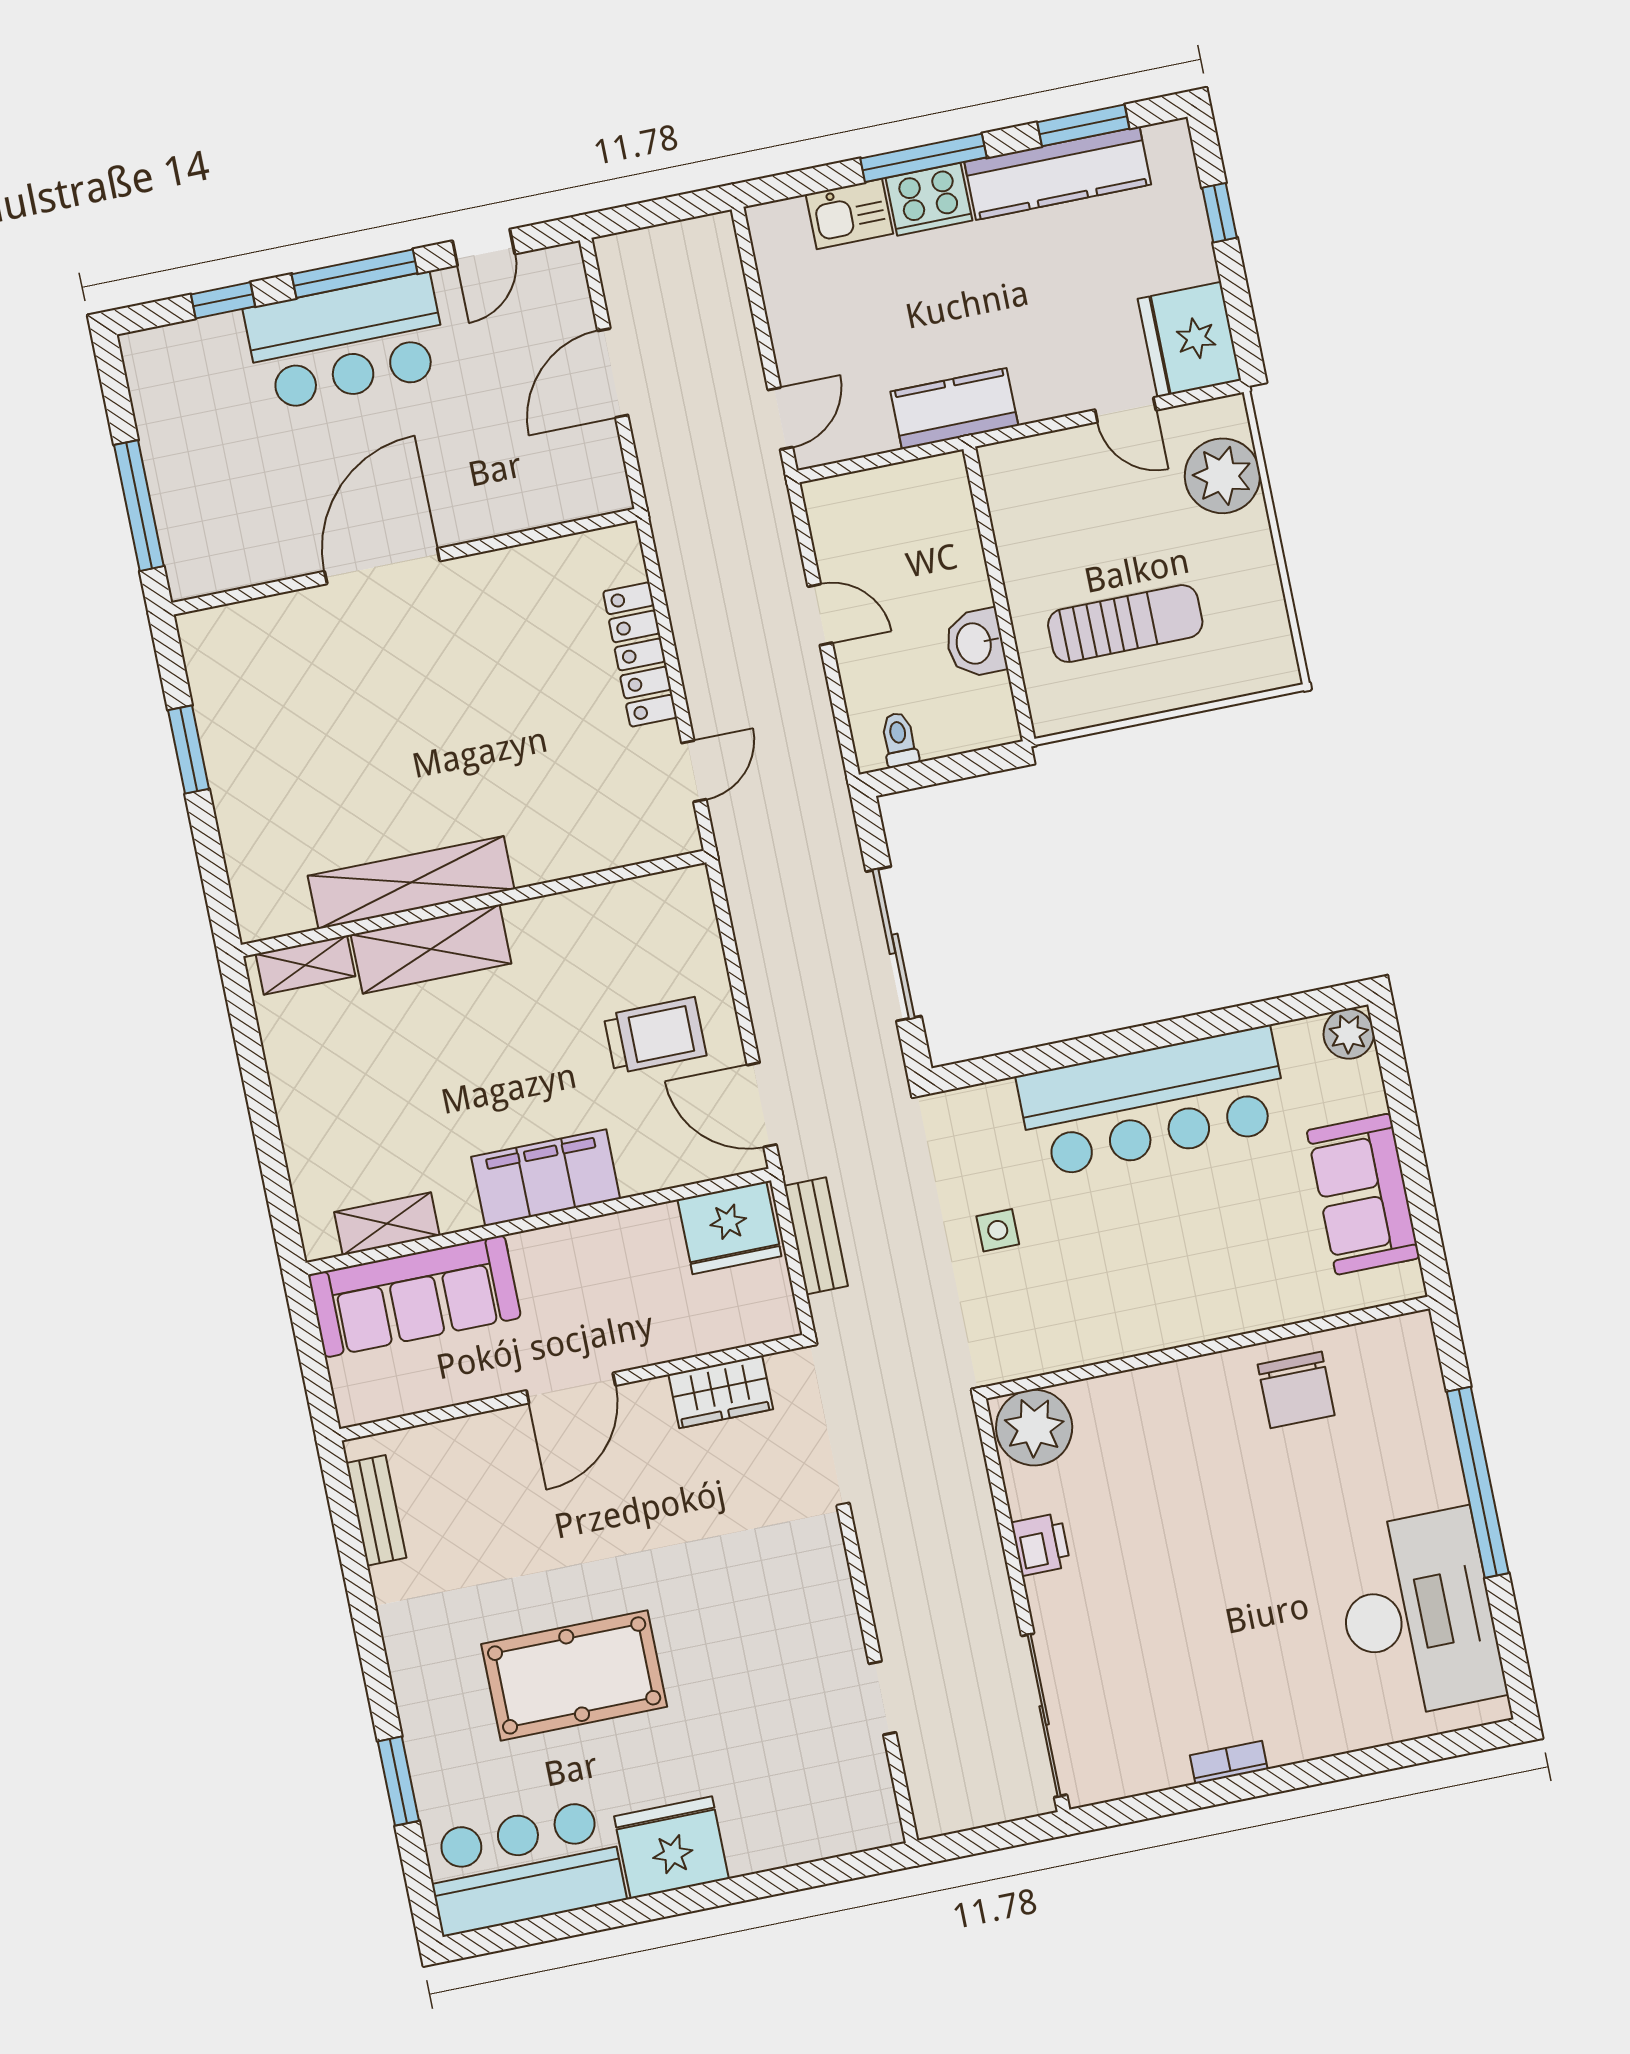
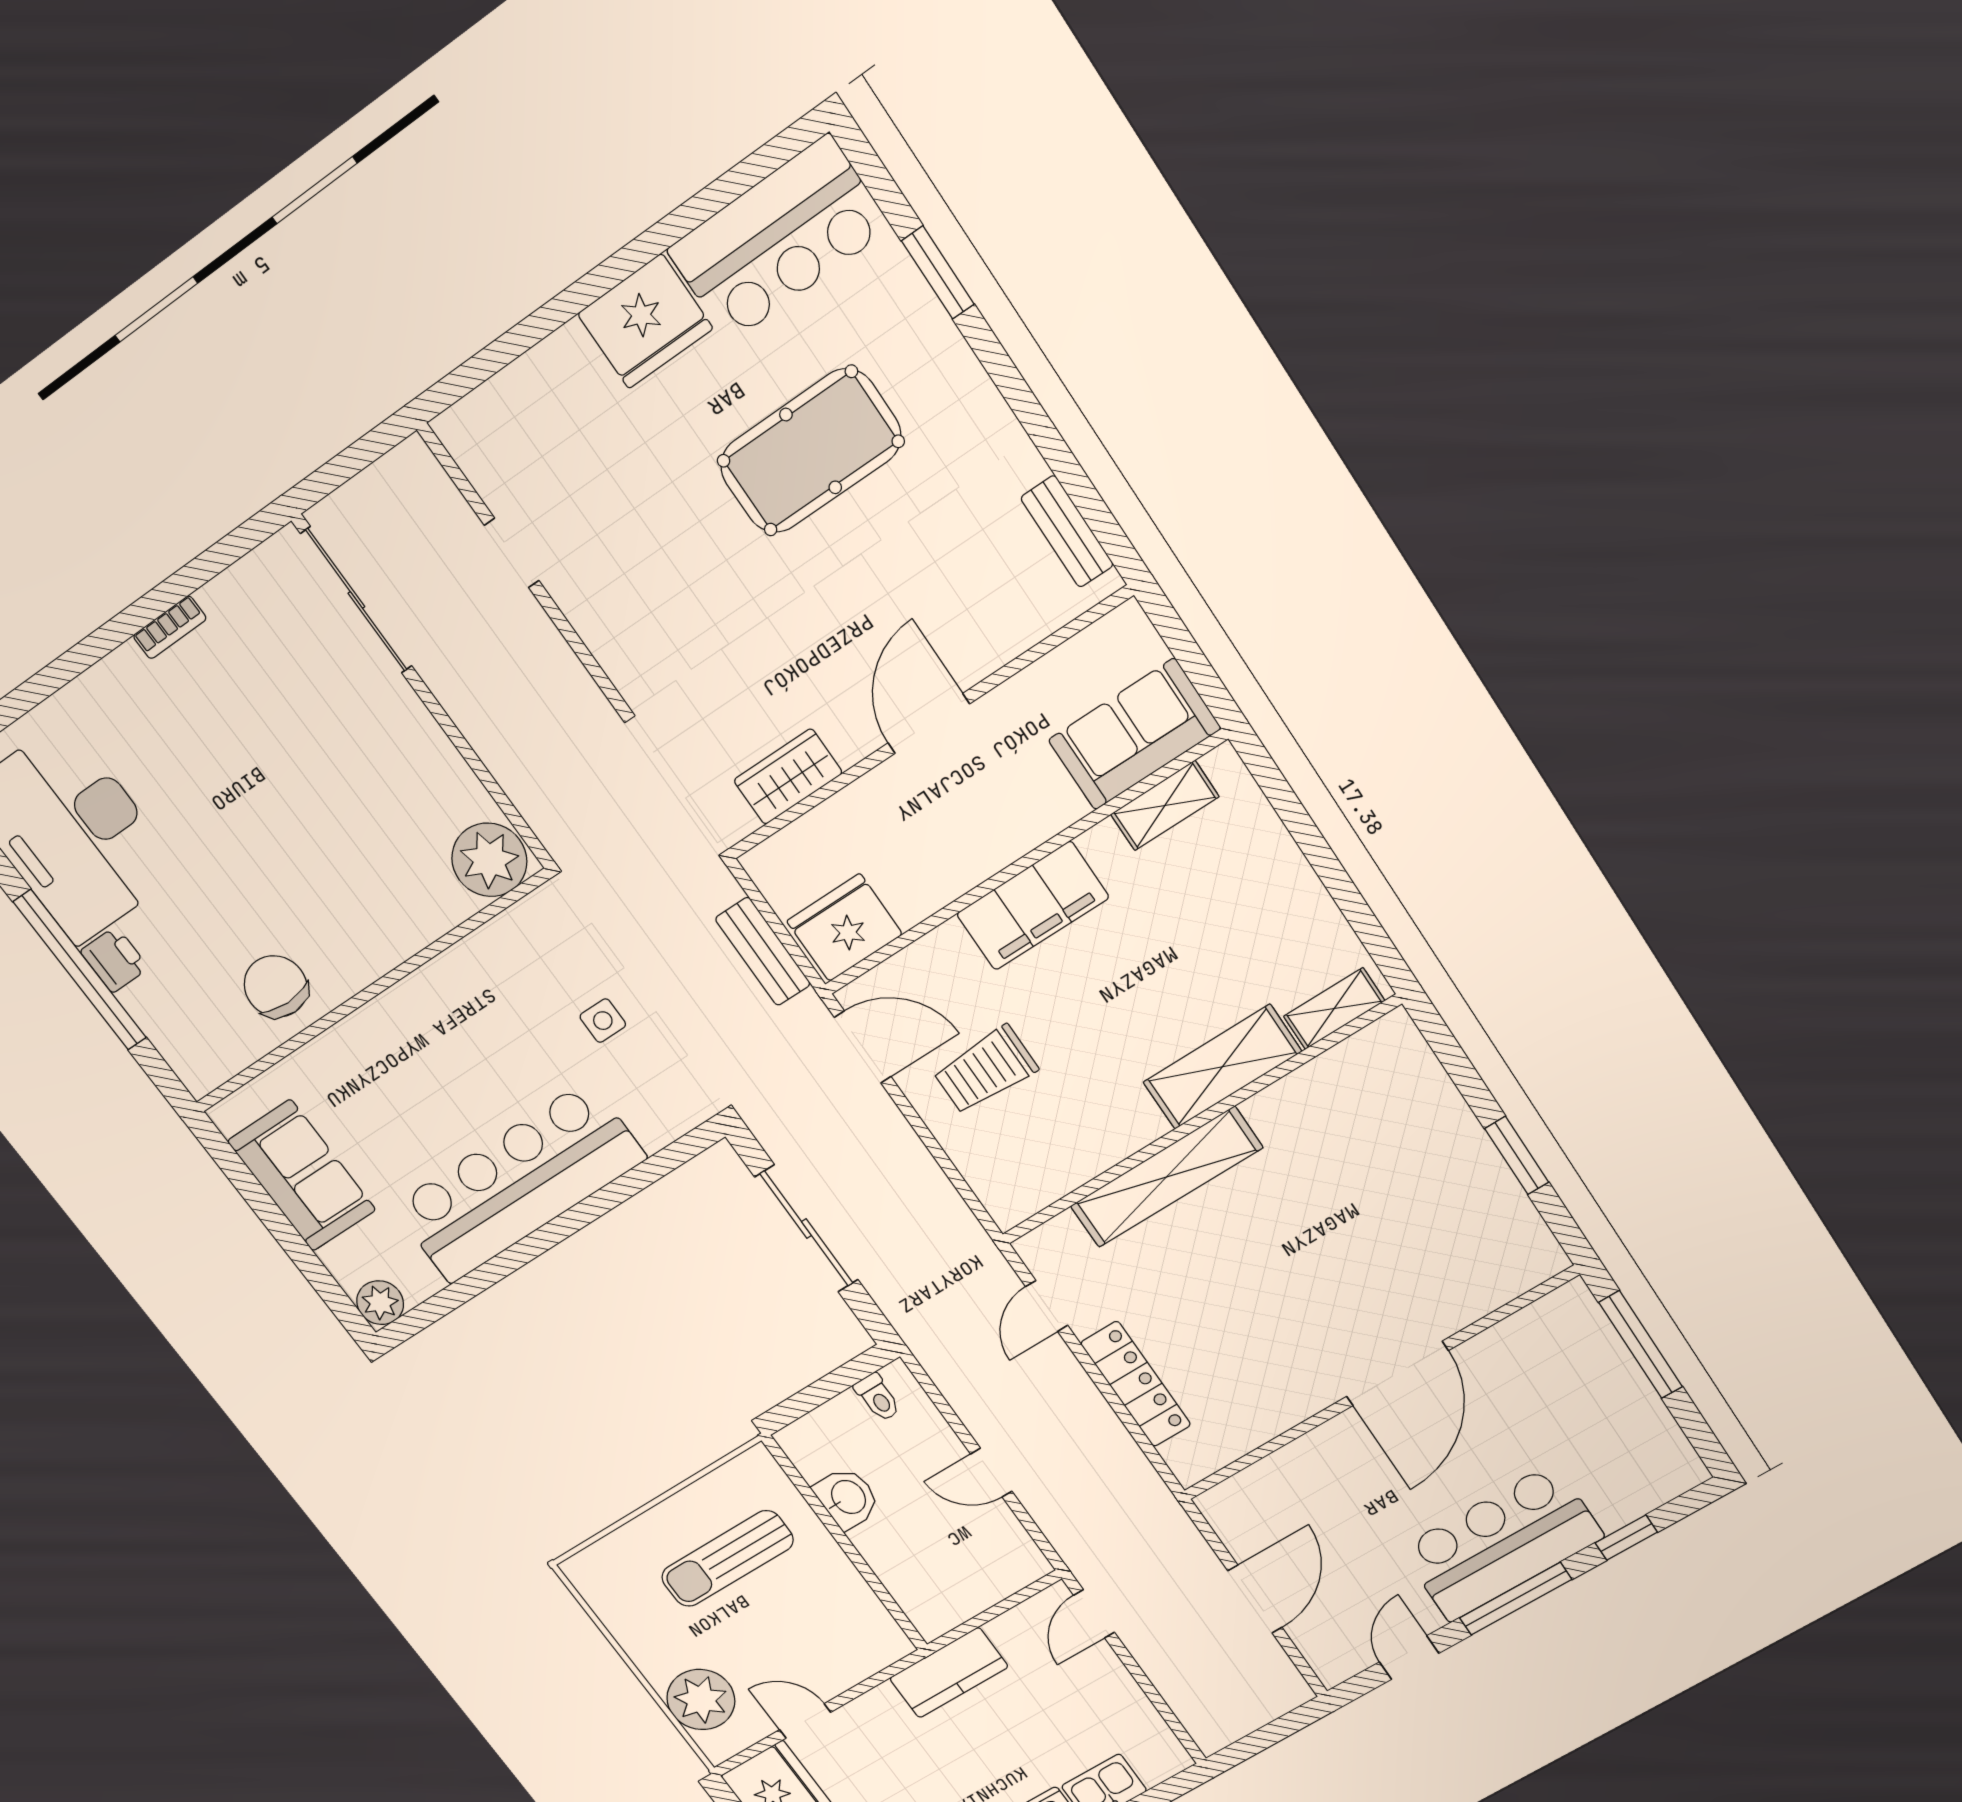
shelving: (411, 882) -> (1166, 1177), moved
sofa: (414, 1296) -> (1135, 734), width x0.73
printer: (1041, 1544) -> (114, 960), moved, turned 180

